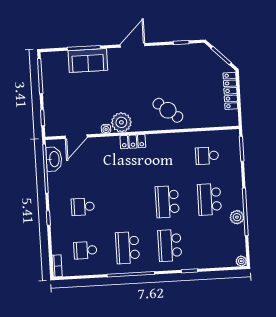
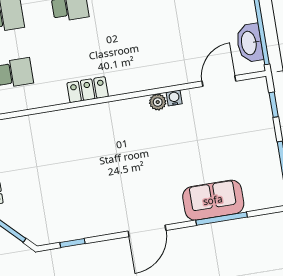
cafe table: (168, 110) -> (82, 137), removed
plant: (121, 122) -> (158, 102), width x0.53, depth x0.53
locker: (133, 142) -> (88, 90), moved

